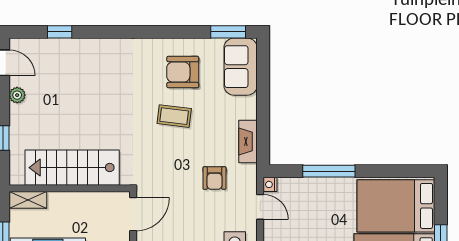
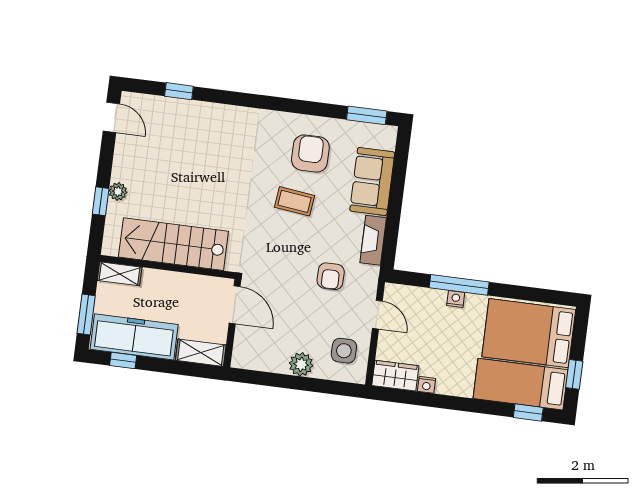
sofa: (241, 67) -> (372, 182), moved
armchair: (183, 72) -> (310, 154), turned 90
plant: (17, 95) -> (118, 192), moved
nightstand: (270, 184) -> (456, 299), moved, turned 90
door: (133, 214) -> (235, 305), hinge flipped

